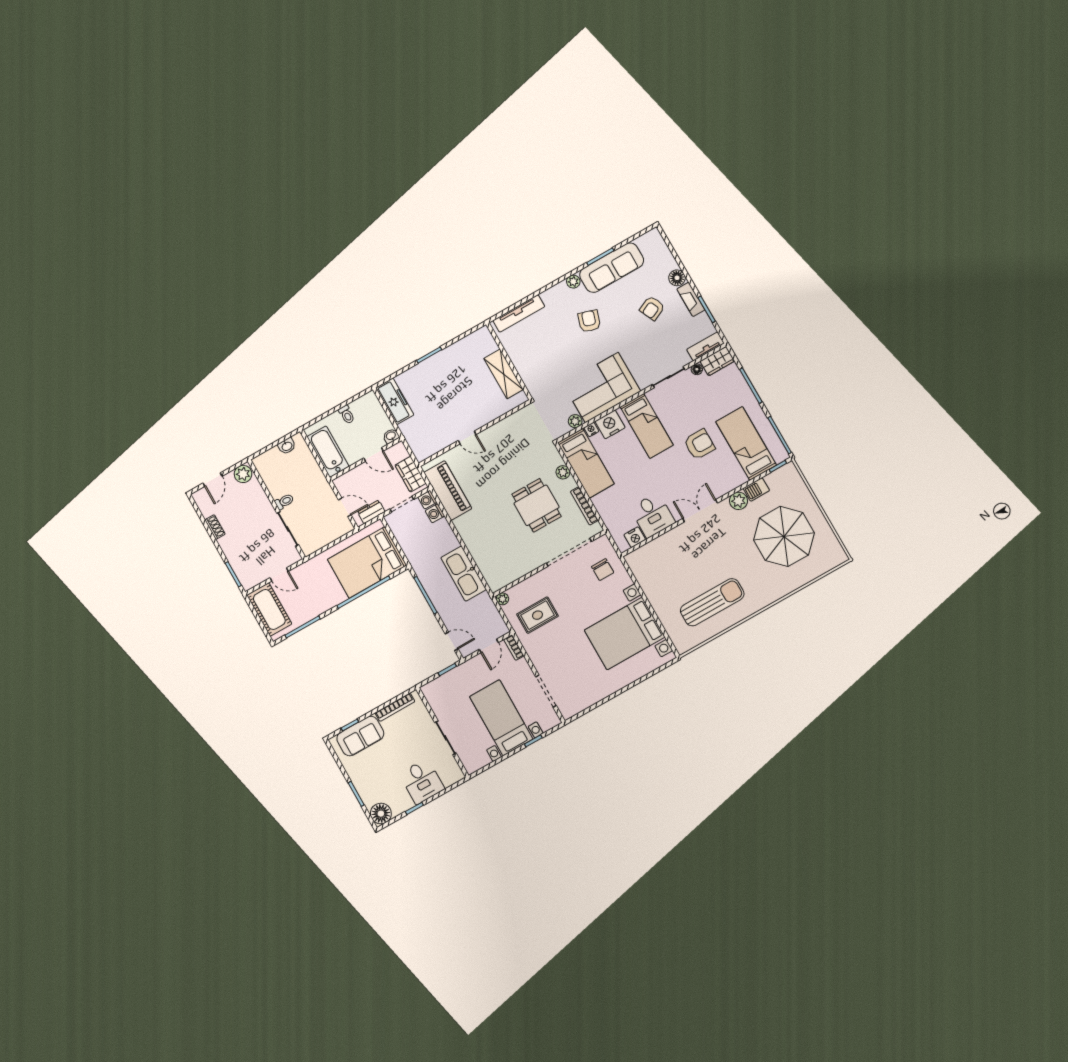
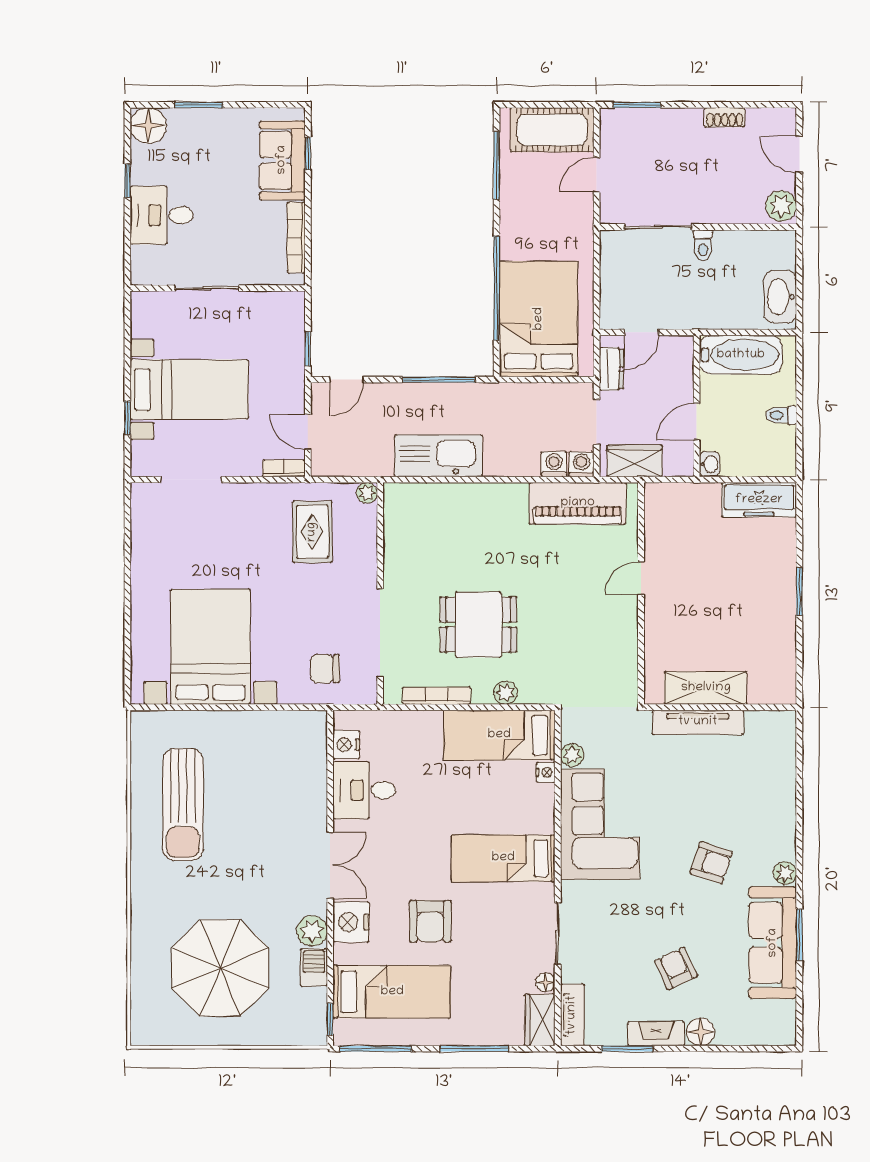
tv unit: (519, 313) -> (698, 722), moved, turned -90
nightstand: (610, 424) -> (351, 922), moved, turned 180
washbasin: (287, 446) -> (780, 297), width x1.91, depth x1.45

